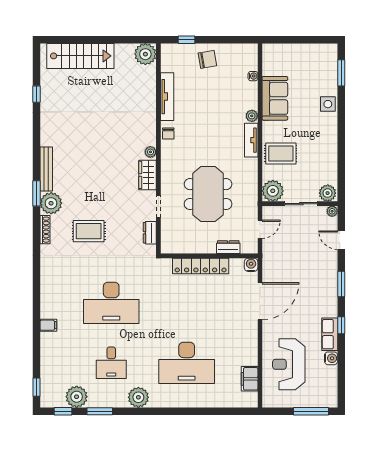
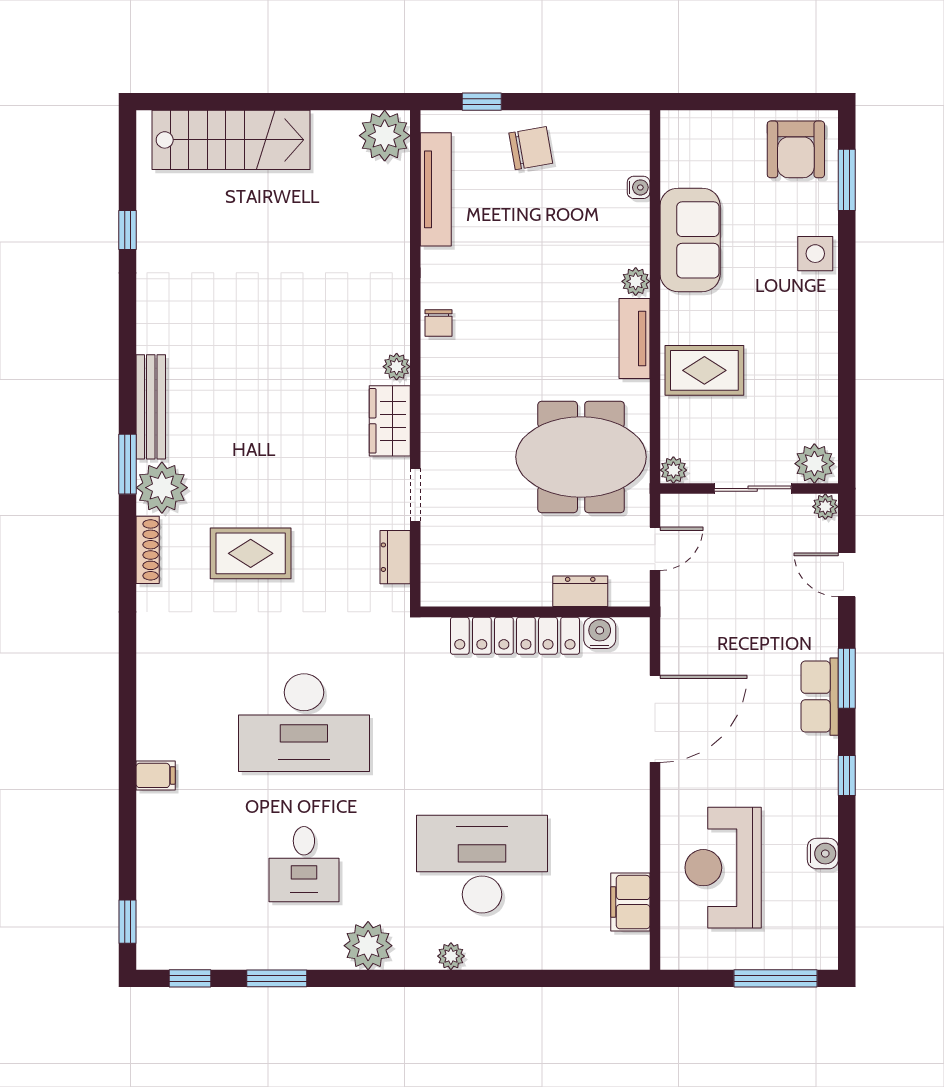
armchair: (320, 60) -> (796, 149), added
tv unit: (167, 97) -> (436, 189), moved
plant: (273, 191) -> (673, 470), width x0.53, depth x0.53
meeting table: (208, 194) -> (581, 457), moved, turned 90
water cooler: (251, 265) -> (600, 633), moved
row of seats: (330, 334) -> (820, 697), moved
desk: (187, 363) -> (482, 864), turned 180
plant: (77, 397) -> (451, 956), moved, width x0.53, depth x0.53

